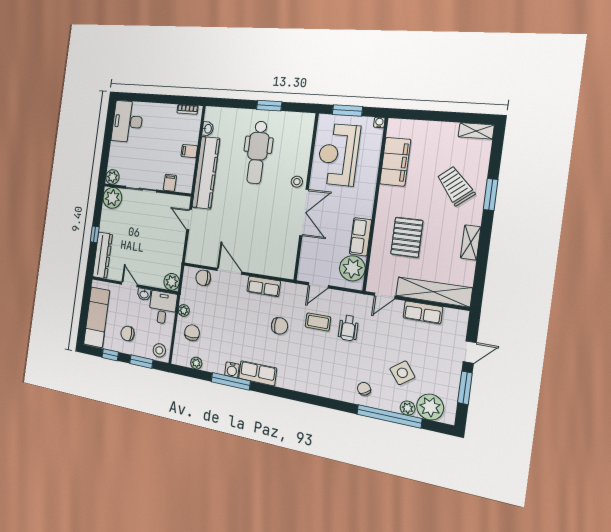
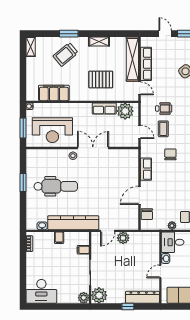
plant: (172, 282) -> (123, 238), moved
row of seats: (423, 312) -> (146, 64), width x1.48

